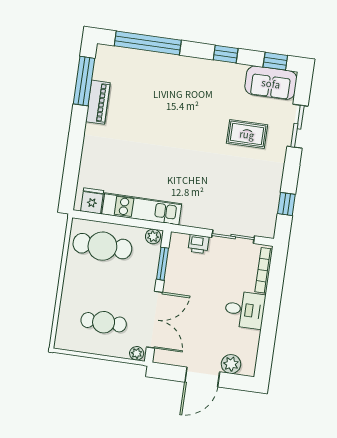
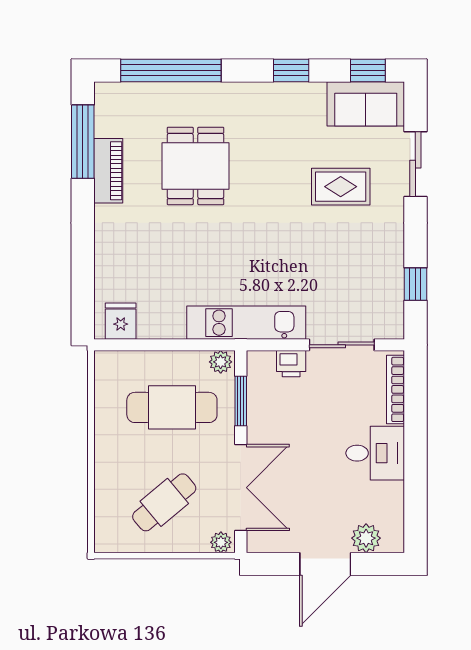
dining table: (155, 107) -> (196, 166), added
kitchen unit: (142, 209) -> (246, 323), moved
cafe table: (102, 246) -> (172, 407), moved
cafe table: (104, 322) -> (164, 502), turned -40

